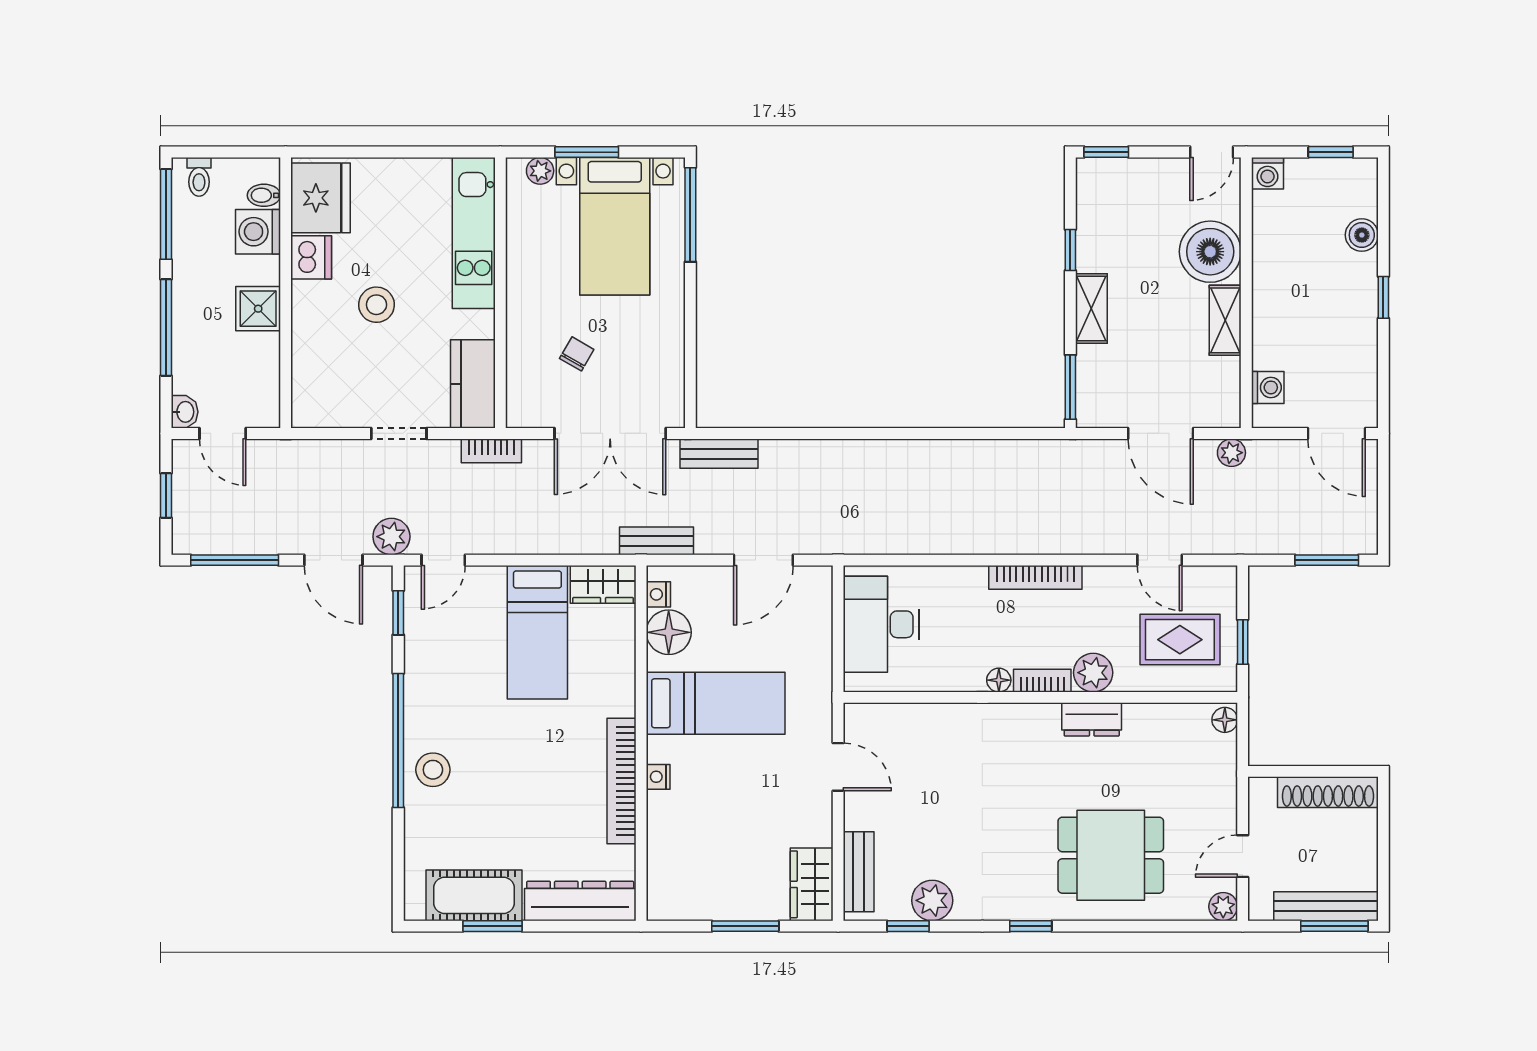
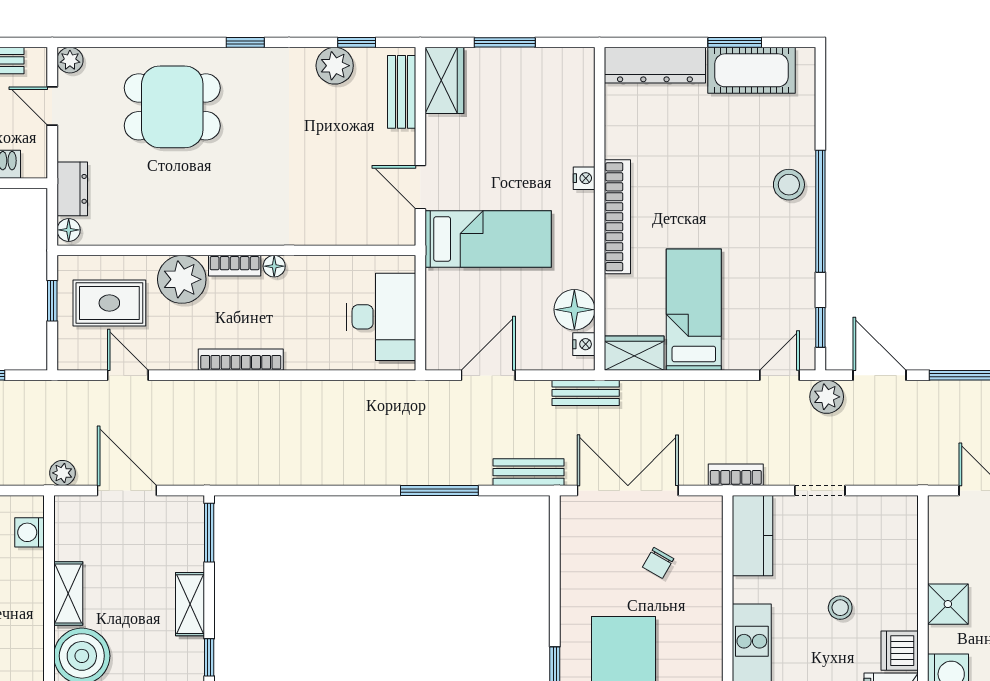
stool: (376, 305) -> (840, 608), width x0.73, depth x0.73
window: (817, 433) -> (439, 490), added
plant: (1093, 673) -> (182, 279), width x1.36, depth x1.36
bed: (716, 703) -> (488, 239), moved, turned 180
dresser: (1092, 719) -> (72, 189), moved, turned 90
bookcase: (621, 781) -> (617, 217), moved
door: (1243, 856) -> (52, 106), swing flipped

